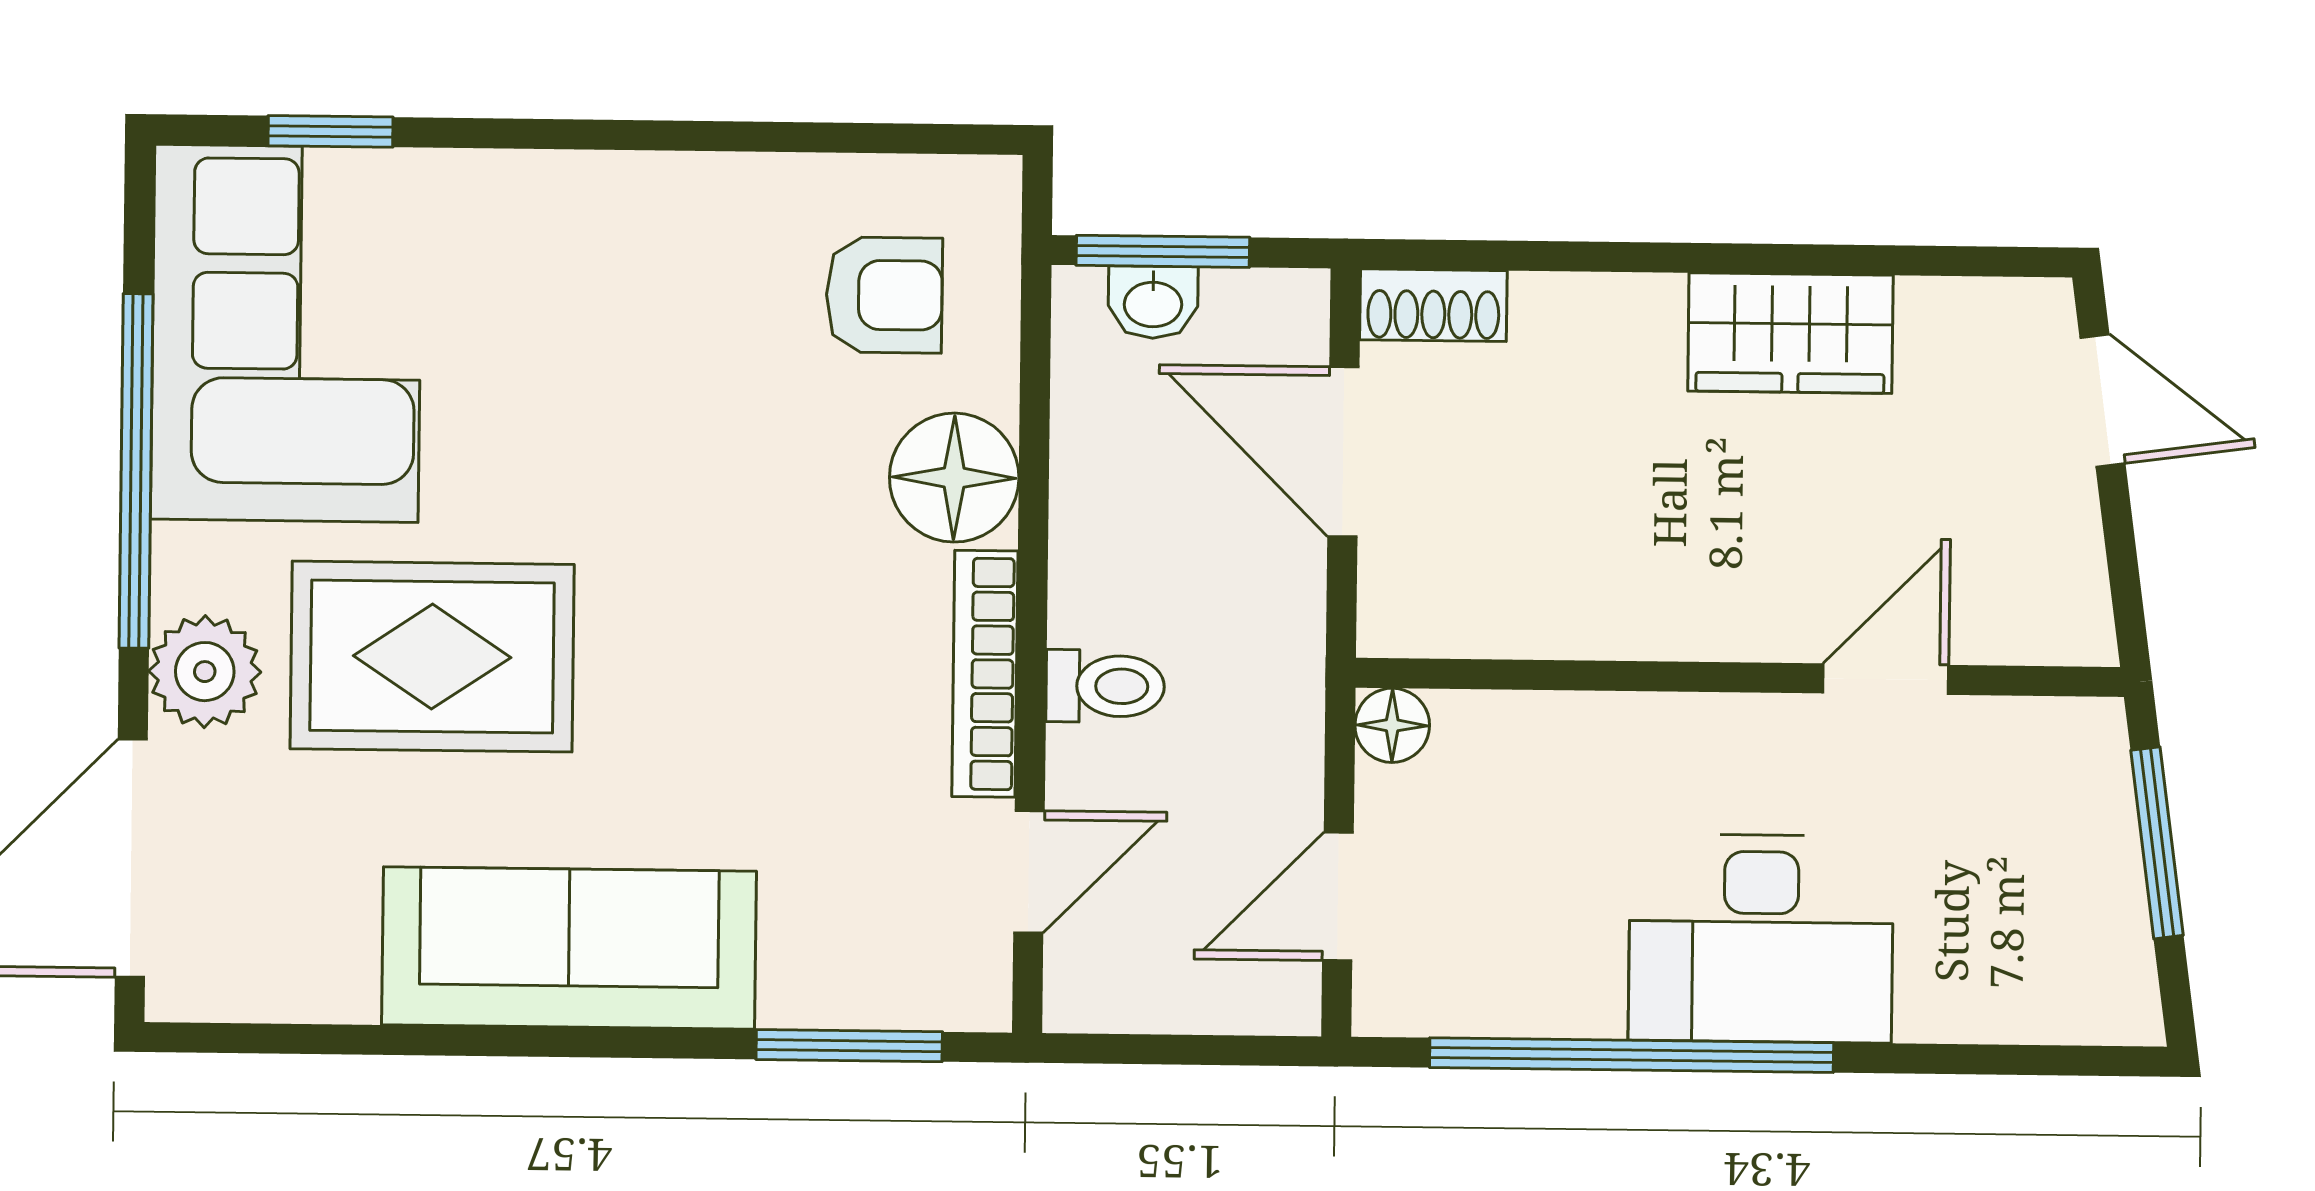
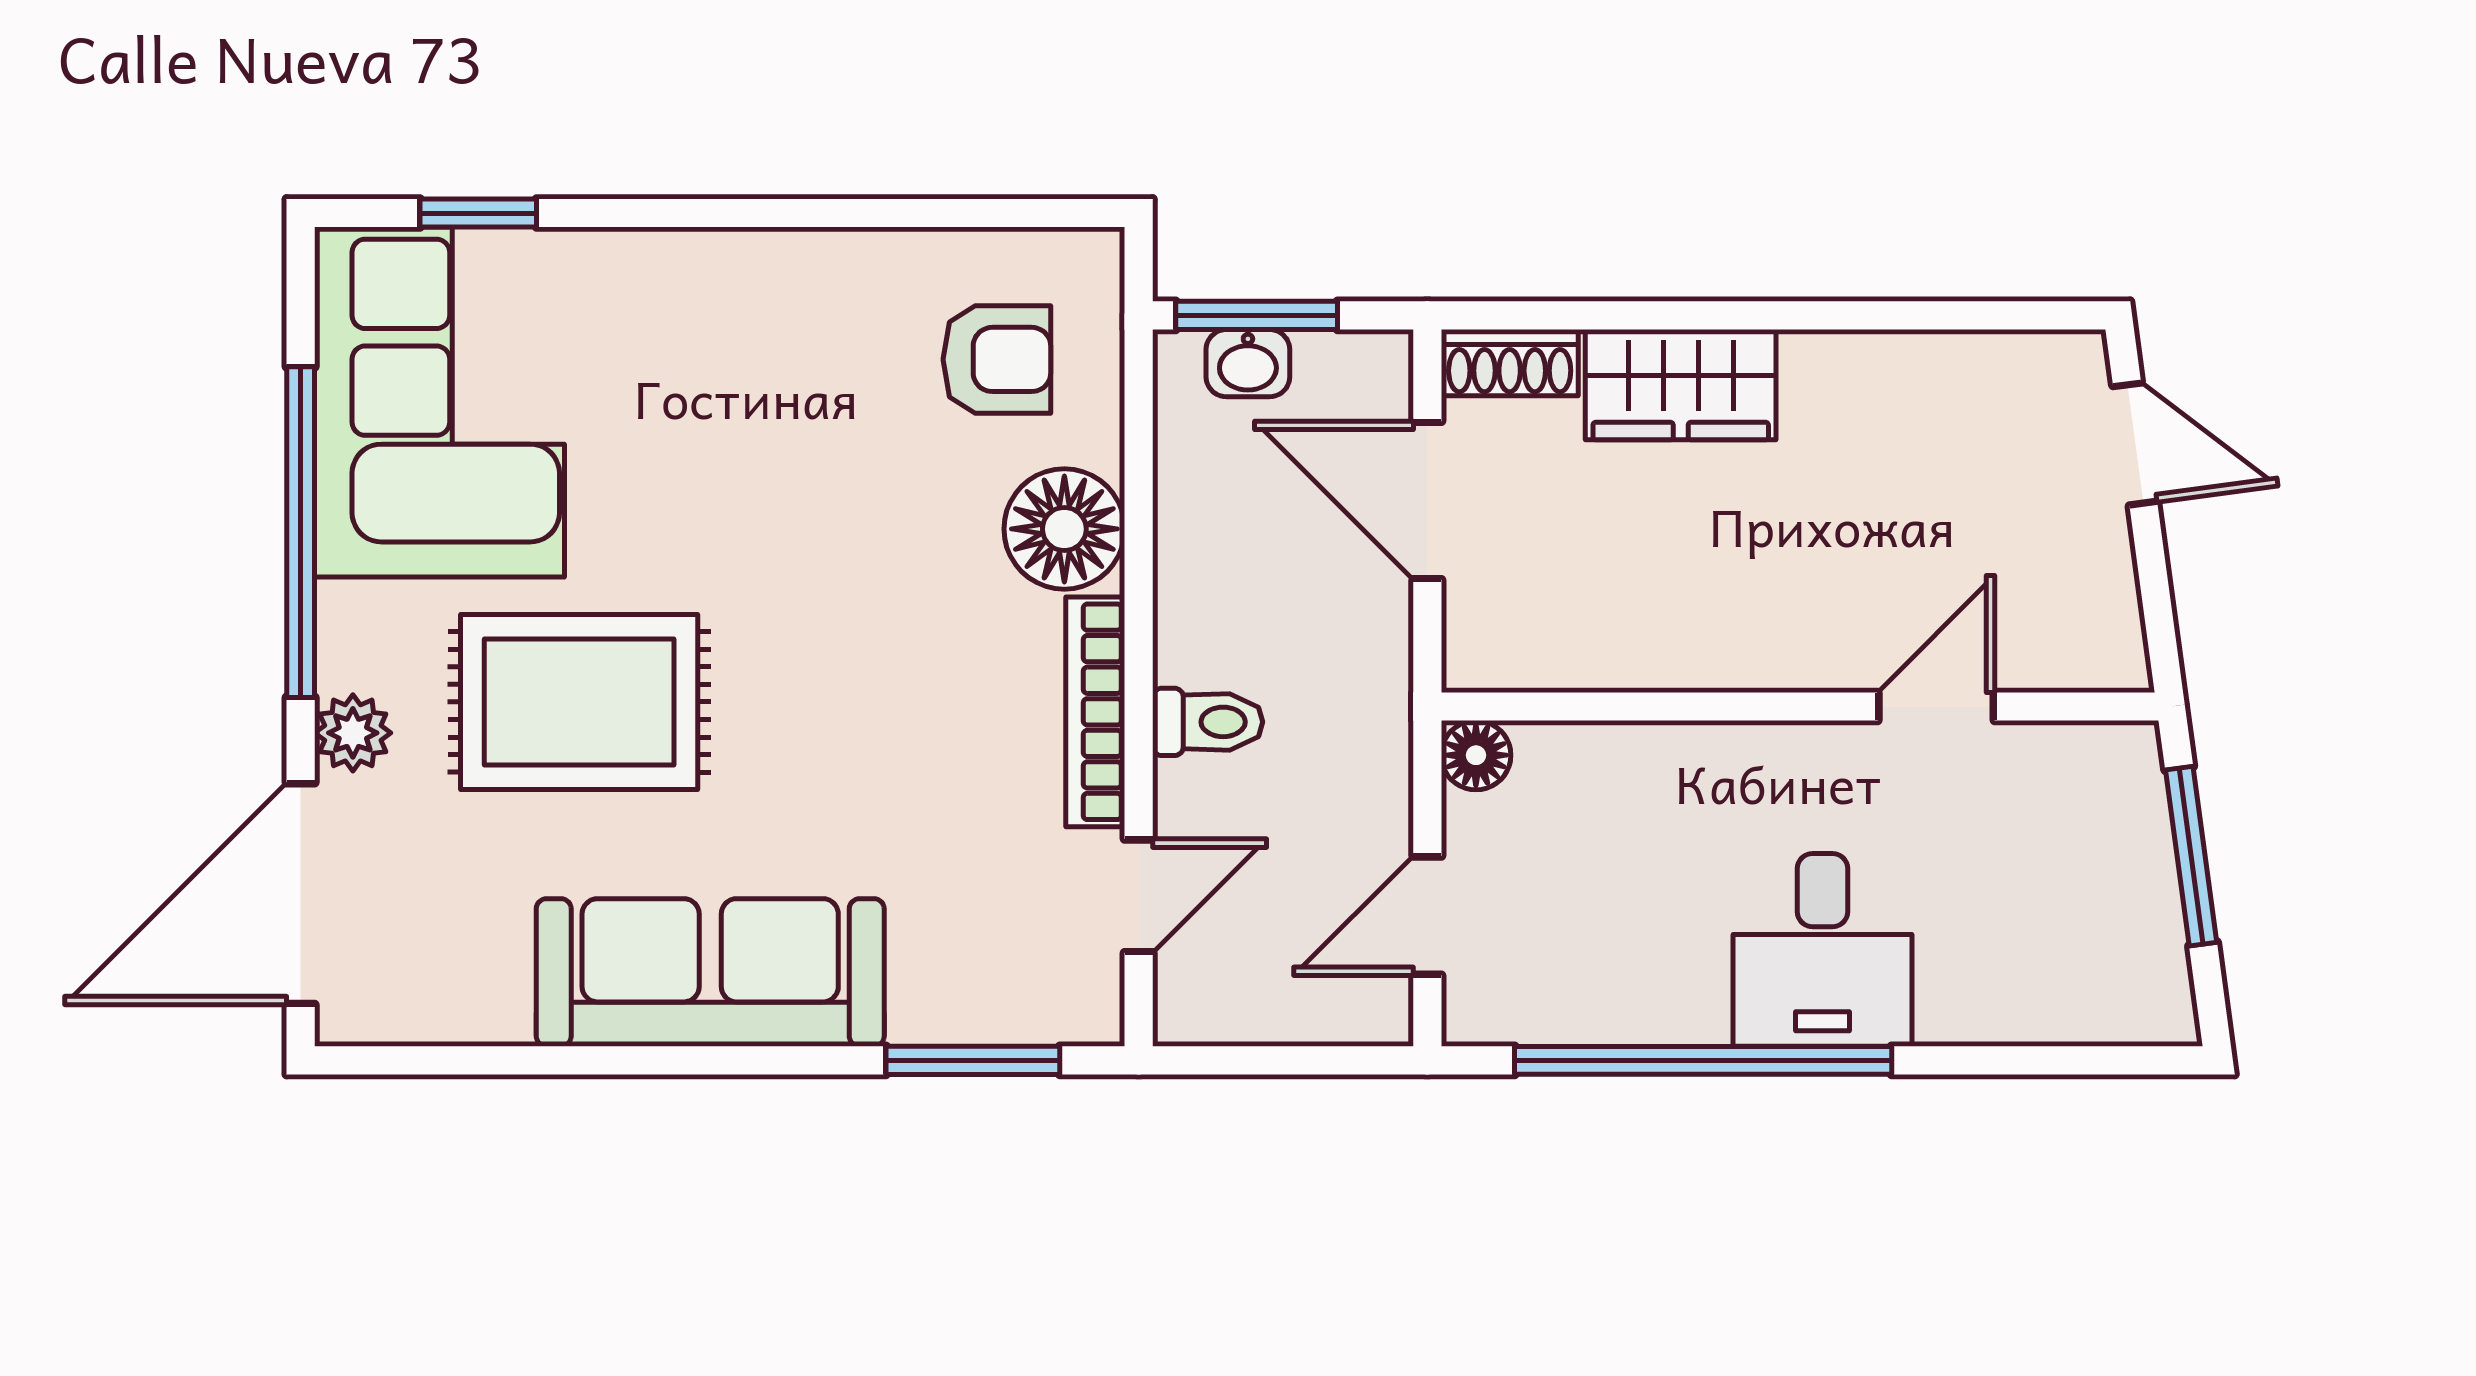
wardrobe: (1790, 333) -> (1681, 385), moved
plant: (205, 672) -> (353, 733), width x0.73, depth x0.73
desk: (1761, 938) -> (1823, 950), width x0.73

